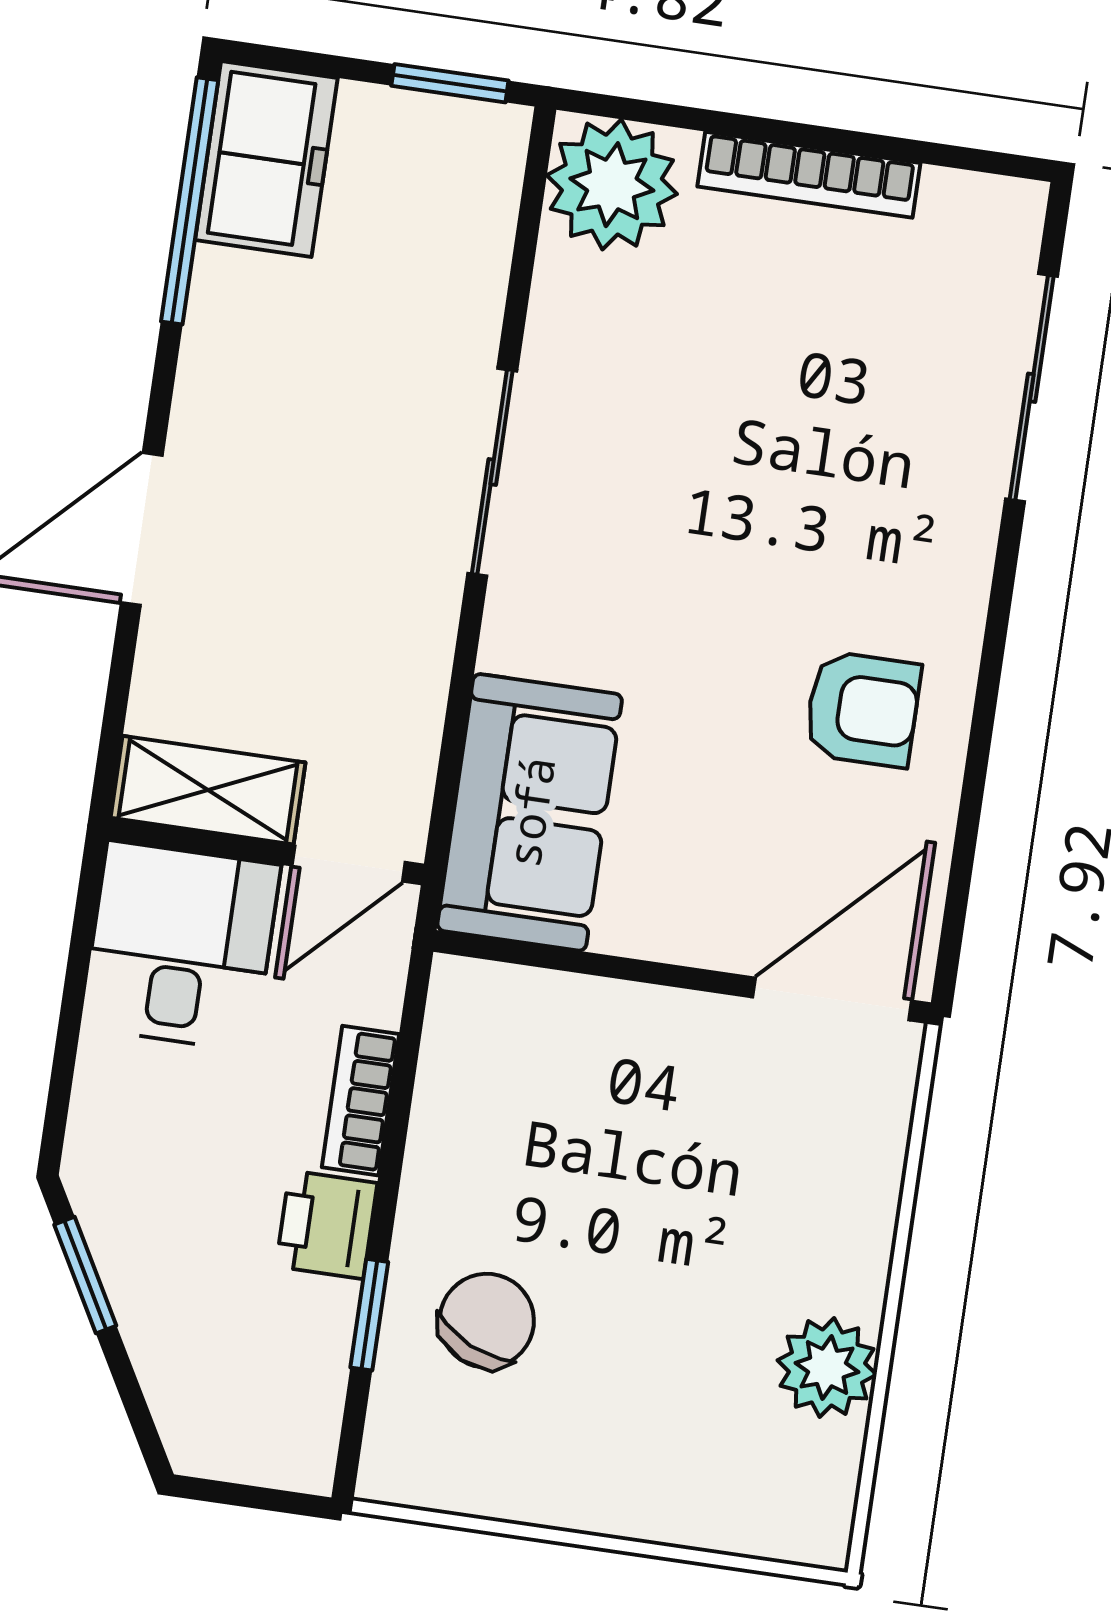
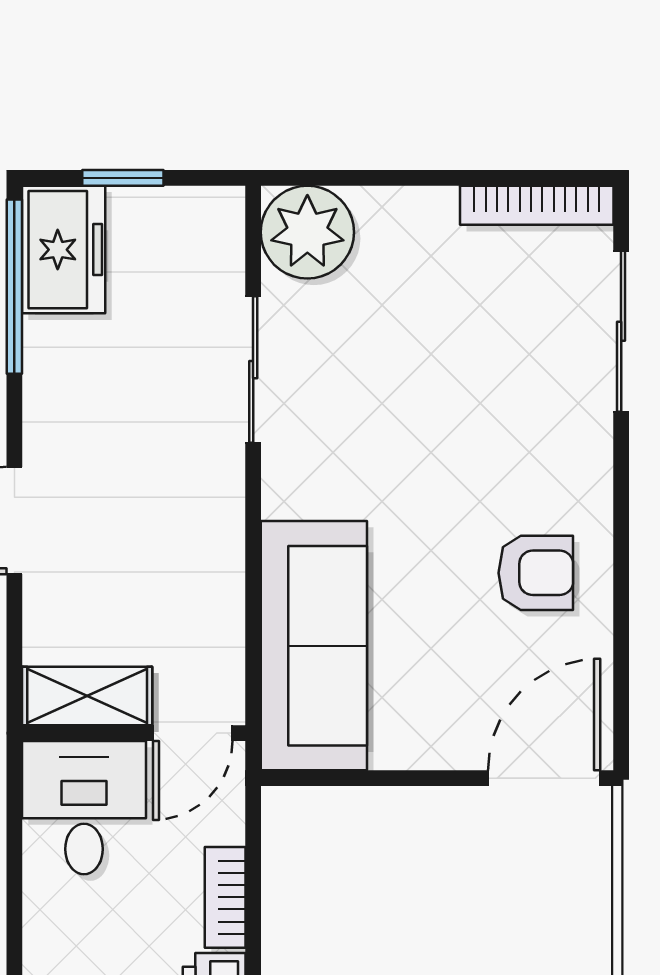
window: (450, 83) -> (123, 178), moved
bookcase: (809, 175) -> (537, 205), moved
sliding door: (492, 472) -> (253, 370), moved
sofa: (530, 812) -> (314, 646), width x1.36

